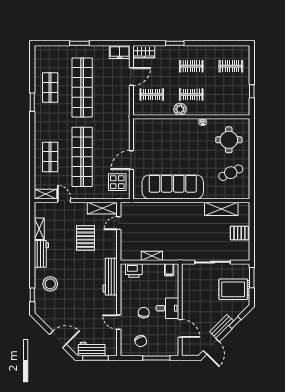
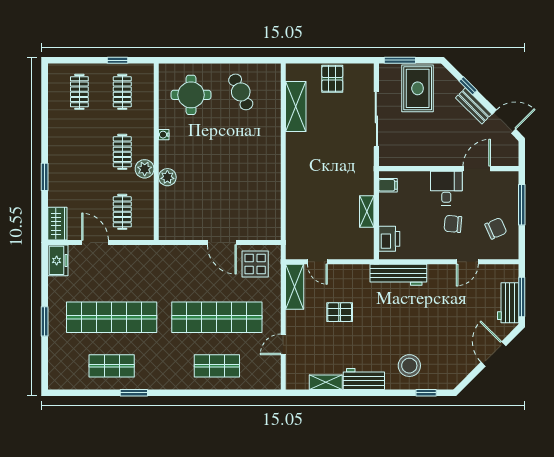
clothes rail: (191, 66) -> (122, 92), moved
plant: (175, 124) -> (167, 177), added
sofa: (173, 187) -> (262, 180), removed
shelving: (45, 194) -> (273, 373), removed
pallet: (85, 238) -> (340, 312), width x0.67, depth x0.71

